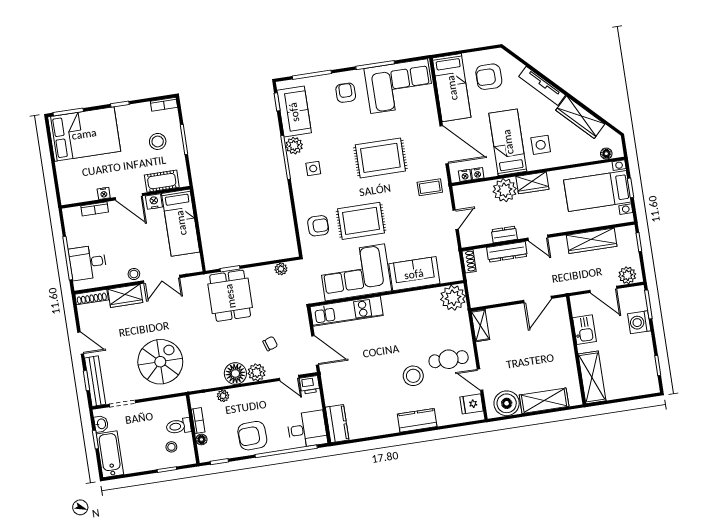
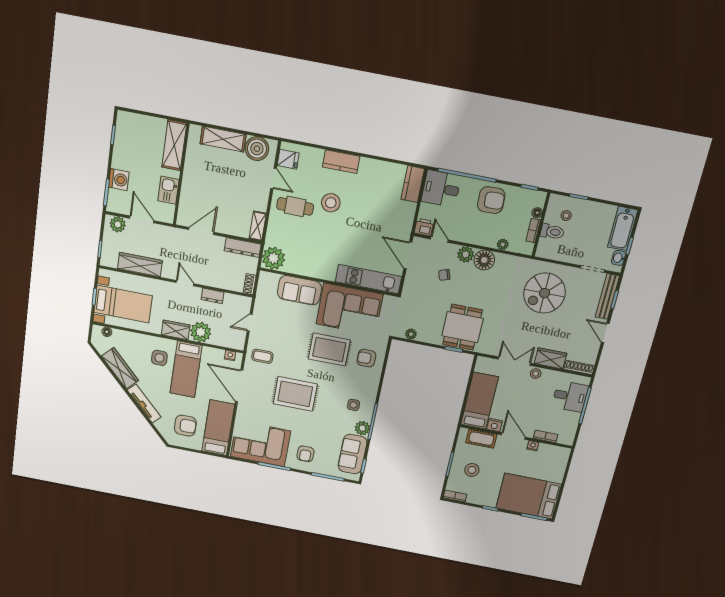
nightstand: (477, 174) -> (219, 353), removed
dresser: (507, 252) -> (243, 247), moved, turned 180

